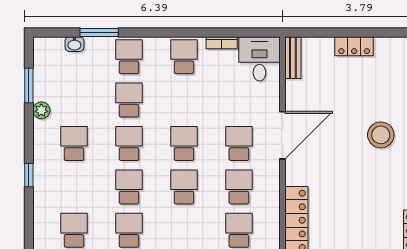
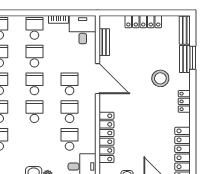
locker: (354, 46) -> (143, 22), width x1.53
bench: (293, 58) -> (104, 42), moved
school desk: (184, 100) -> (34, 56), added
door: (283, 135) -> (97, 79), hinge flipped

